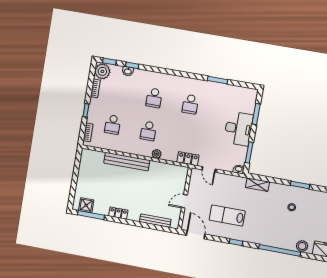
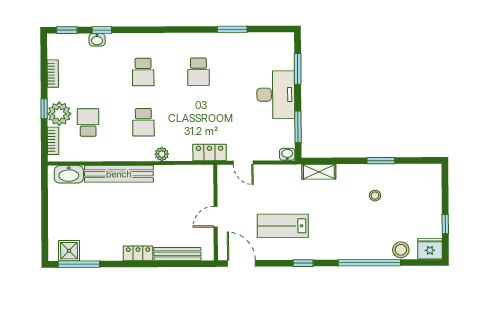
plant: (102, 71) -> (59, 114), moved
school desk: (113, 125) -> (88, 123), turned 180
washbasin: (94, 156) -> (69, 174), added
locker: (118, 213) -> (138, 253), moved

